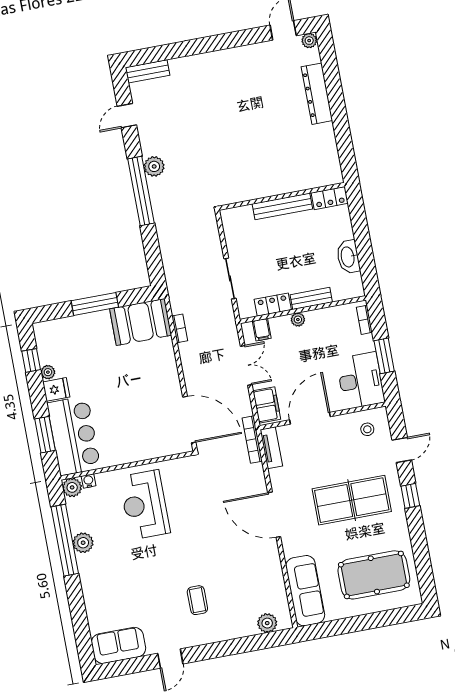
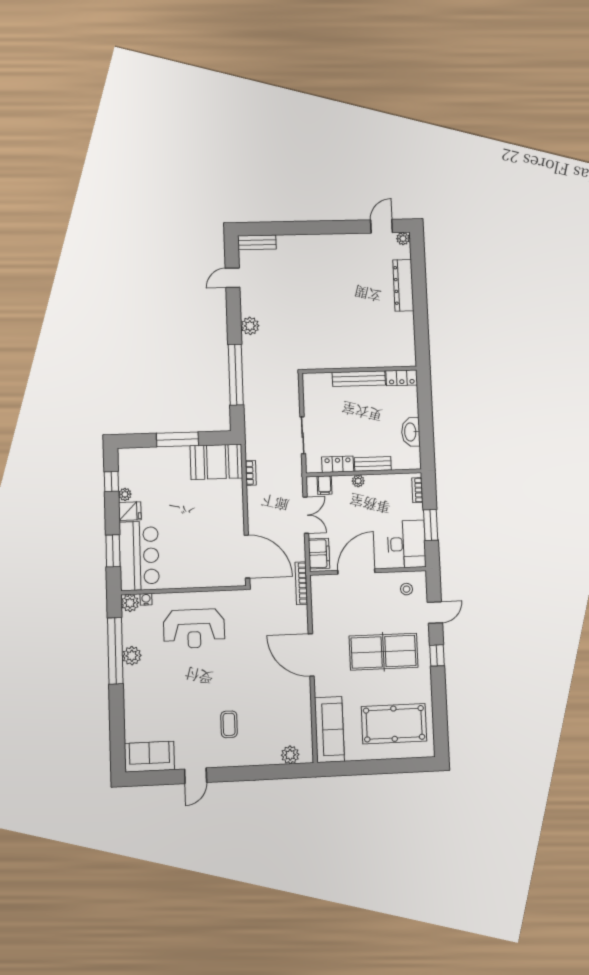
window: (141, 191) -> (236, 375), moved
tv unit: (271, 448) -> (318, 593), removed
reception desk: (145, 505) -> (194, 629), turned -90

